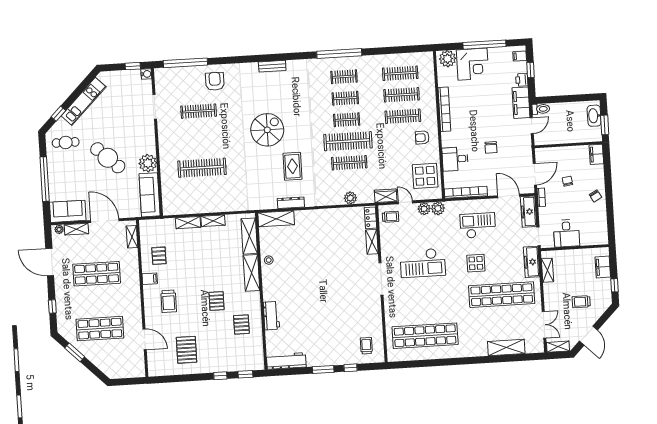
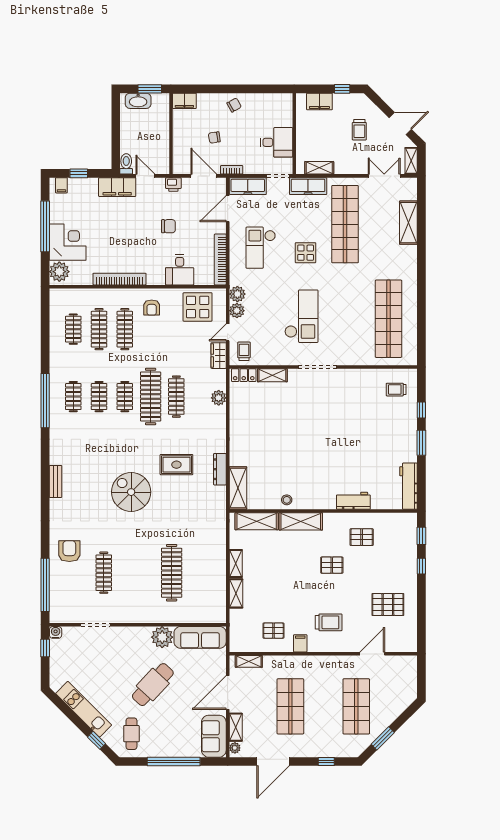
clothes rail: (400, 73) -> (73, 329), width x0.73
printer: (522, 80) -> (173, 184), moved
armchair: (215, 81) -> (69, 551), turned 90

